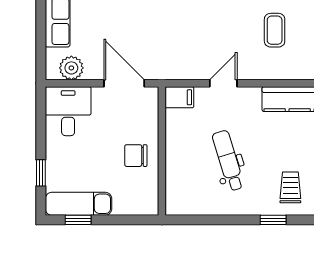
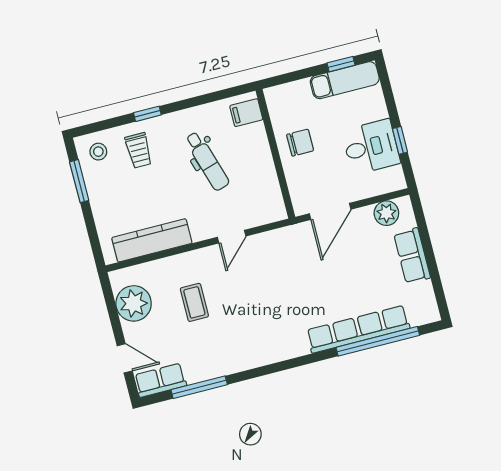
door: (124, 83) -> (330, 211), hinge flipped
filing cabinet: (179, 97) -> (246, 113), moved
desk: (68, 111) -> (371, 147), moved, turned -90
window: (41, 173) -> (400, 140), moved

